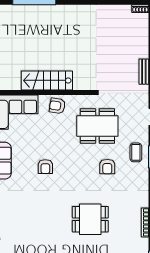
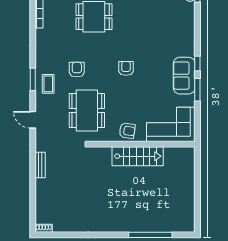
dining table: (97, 126) -> (87, 110), turned 90
armchair: (45, 167) -> (126, 68), moved

